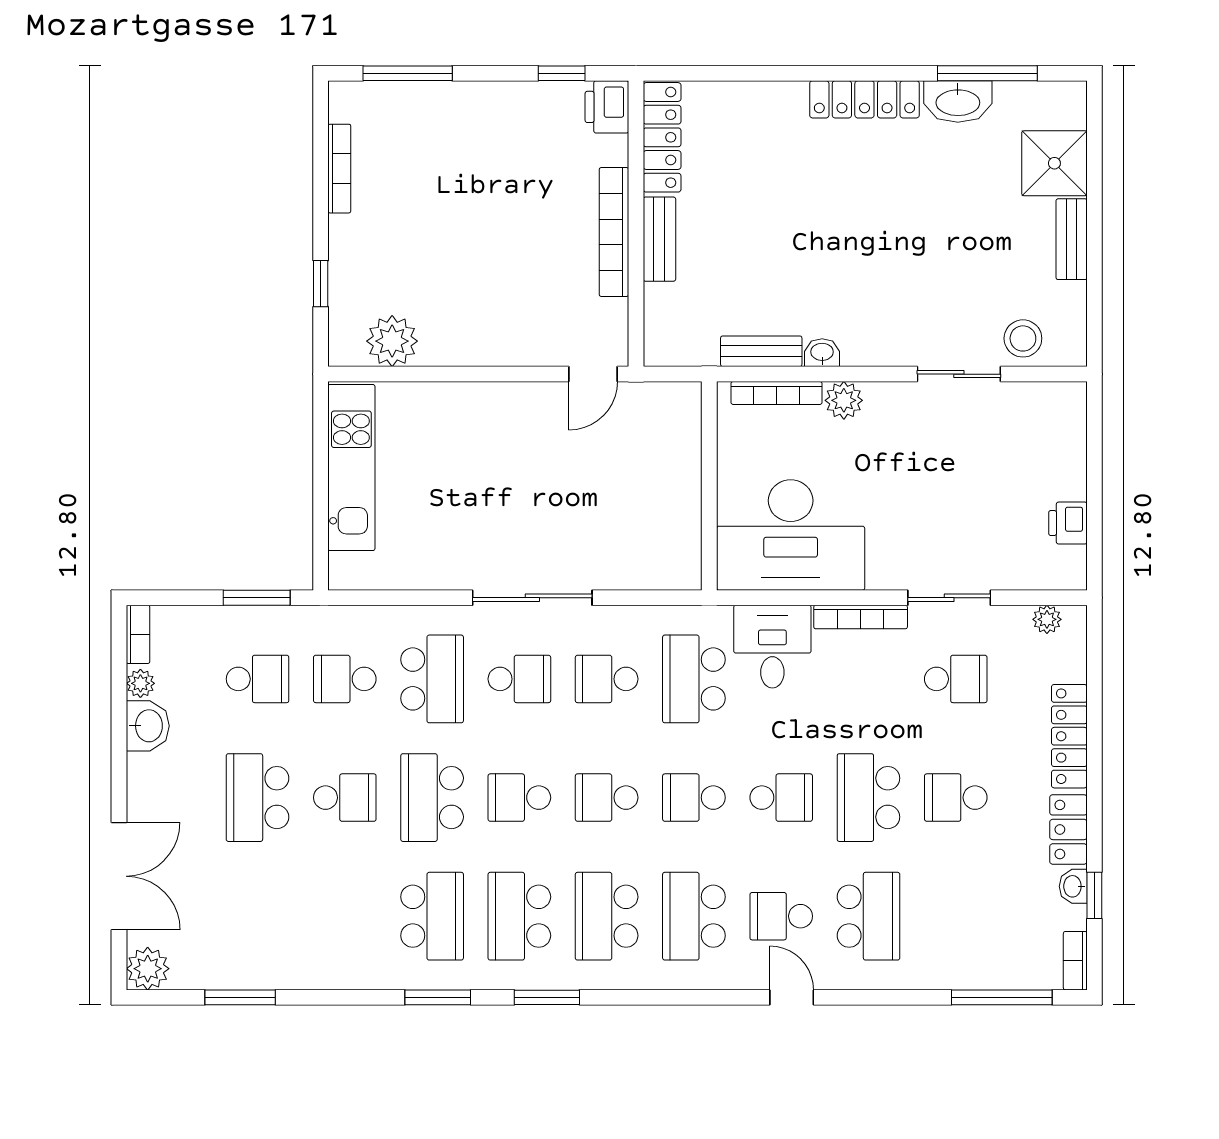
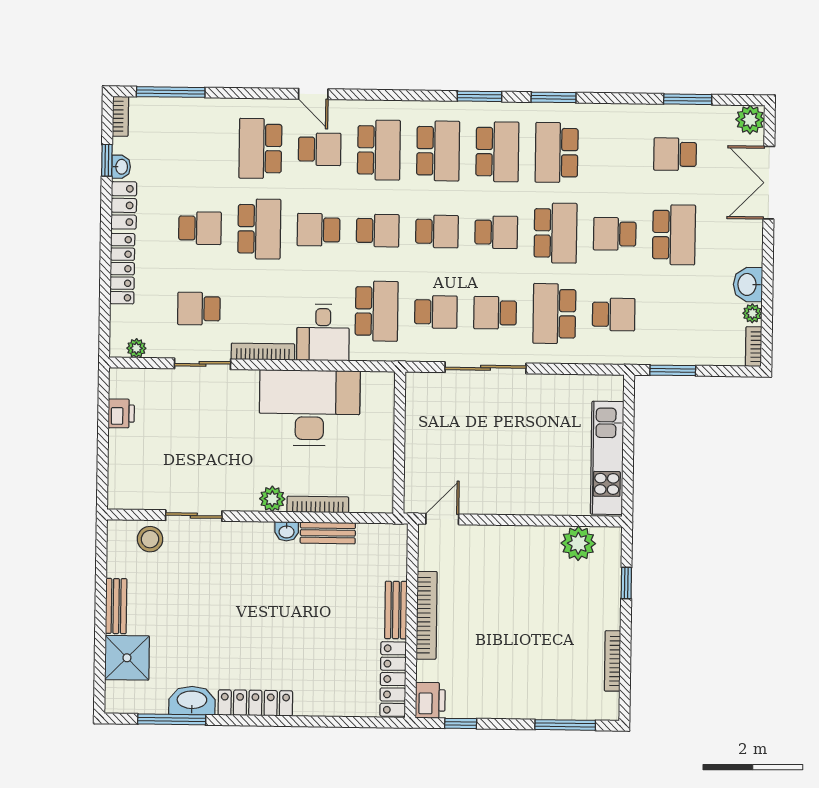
wall: (709, 486) -> (399, 443), moved
school desk: (258, 679) -> (675, 154), moved

